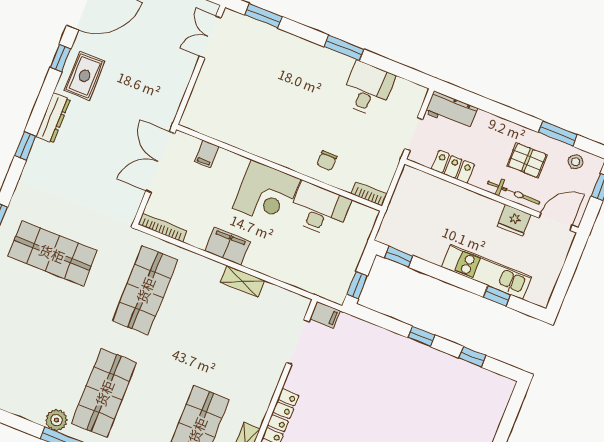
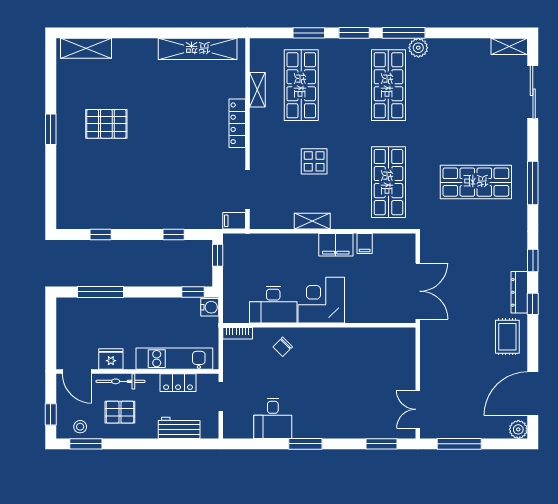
double door: (210, 37) -> (418, 409), swing flipped
window: (60, 58) -> (533, 304), moved
workbench: (451, 111) -> (179, 428), moved
window: (558, 133) -> (86, 444), moved
filing cabinet: (207, 154) -> (365, 244), moved, turned 180
chair: (327, 161) -> (283, 347), turned -135
door: (556, 222) -> (77, 371), hinge flipped
bookcase: (163, 228) -> (395, 239), removed
water cooler: (387, 233) -> (210, 307), added
kitchen unit: (486, 272) -> (174, 359), moved, turned 180
window: (497, 296) -> (100, 292), width x2.17
window: (421, 336) -> (174, 234), moved
display table: (215, 344) -> (314, 161), added

